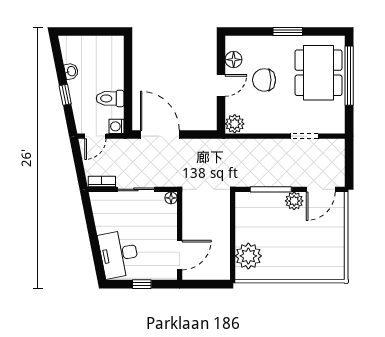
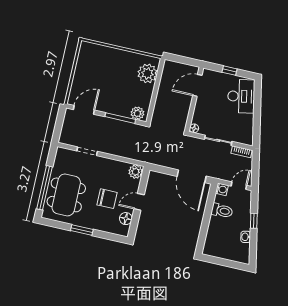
plant: (294, 201) -> (137, 113), moved

